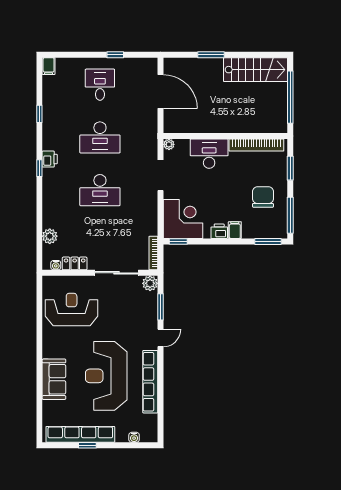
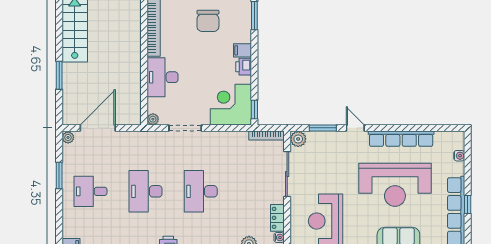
window: (115, 55) -> (59, 175), width x1.50
plant: (151, 63) -> (68, 137), added
desk: (100, 137) -> (146, 191), turned 180
desk: (100, 190) -> (201, 191), turned 180
chair: (263, 197) -> (208, 21), turned -90

